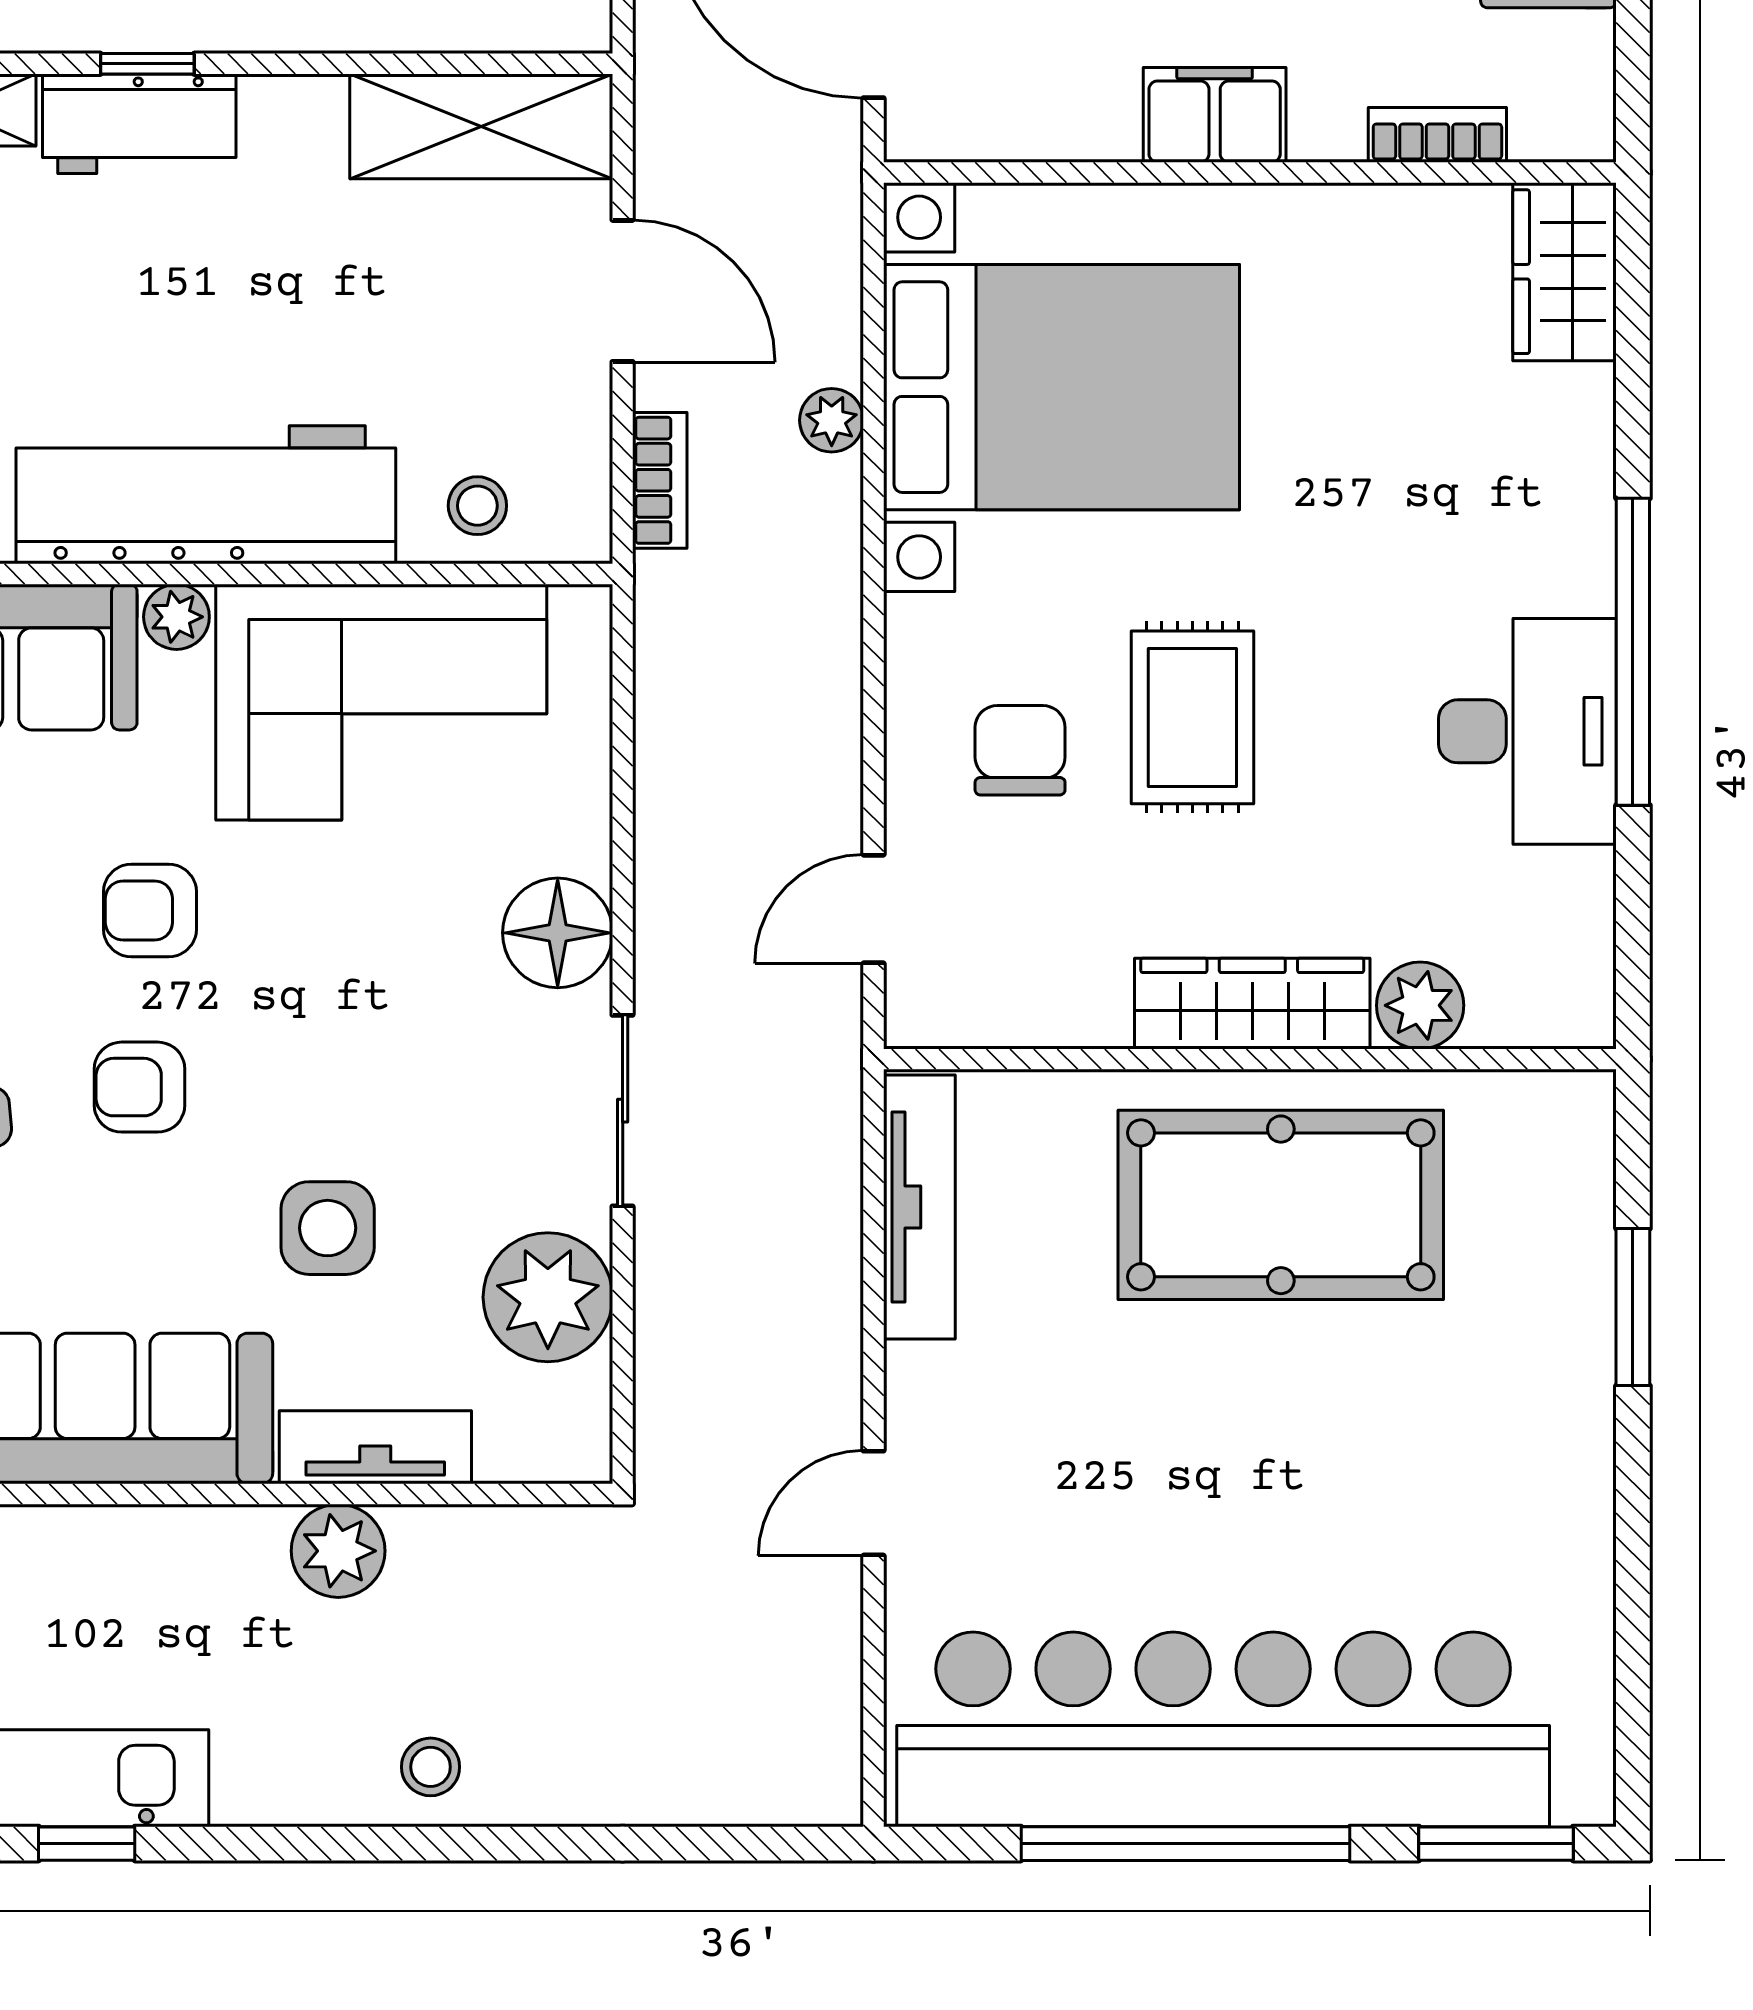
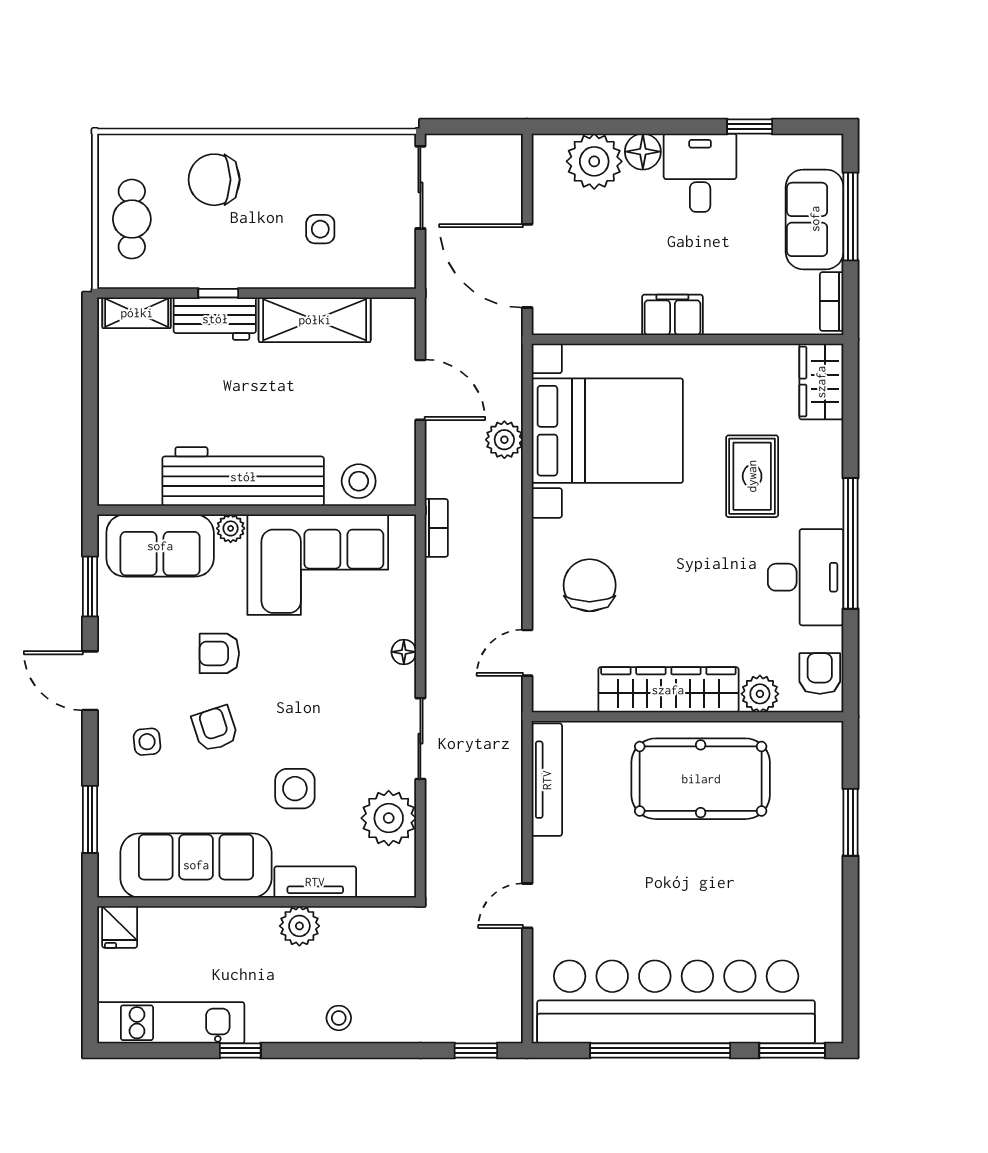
shelving: (481, 126) -> (315, 320), moved
bookcase: (1437, 135) -> (832, 301), moved, turned -90
plant: (832, 420) -> (504, 440), width x1.38, depth x1.38
bookcase: (660, 480) -> (436, 528), moved
stool: (477, 506) -> (359, 481), width x1.37, depth x1.37
rug: (1192, 717) -> (752, 476), moved
chair: (1020, 750) -> (590, 585), width x1.37, depth x1.37
floor lamp: (558, 933) -> (404, 652), width x0.53, depth x0.53
armchair: (1561, 958) -> (820, 674), added
wardrobe: (1252, 1004) -> (668, 690), width x1.40, depth x1.17
armchair: (140, 1087) -> (215, 729), turned 72
window: (87, 1844) -> (240, 1051), moved
window: (753, 1844) -> (476, 1051), added

